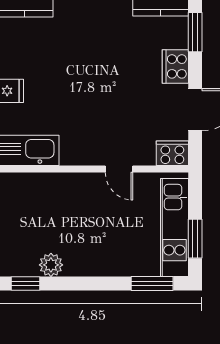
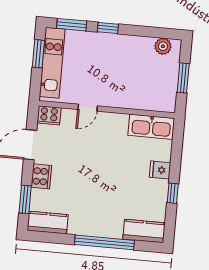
door: (119, 169) -> (88, 108), swing flipped
plant: (51, 265) -> (163, 46), moved
window: (26, 284) -> (108, 28), moved

